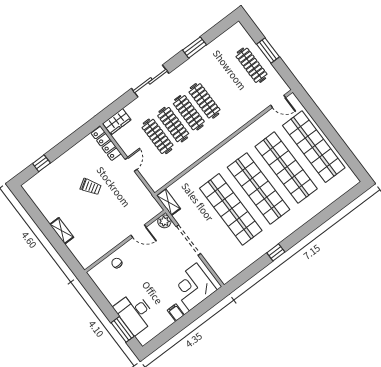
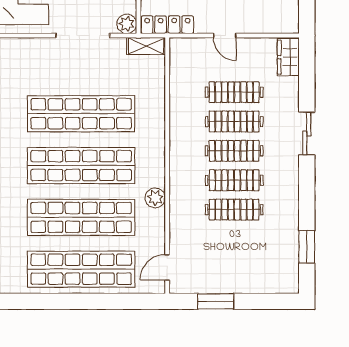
window: (195, 47) -> (307, 247), moved
window: (268, 50) -> (216, 301), moved
clothes rail: (252, 65) -> (234, 210), moved
sliding door: (150, 81) -> (307, 133), width x0.73
plant: (246, 136) -> (155, 198), added
locker: (106, 143) -> (167, 25), moved

